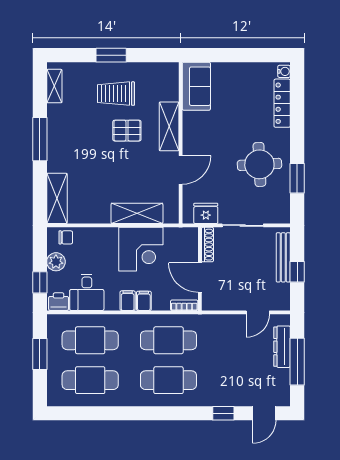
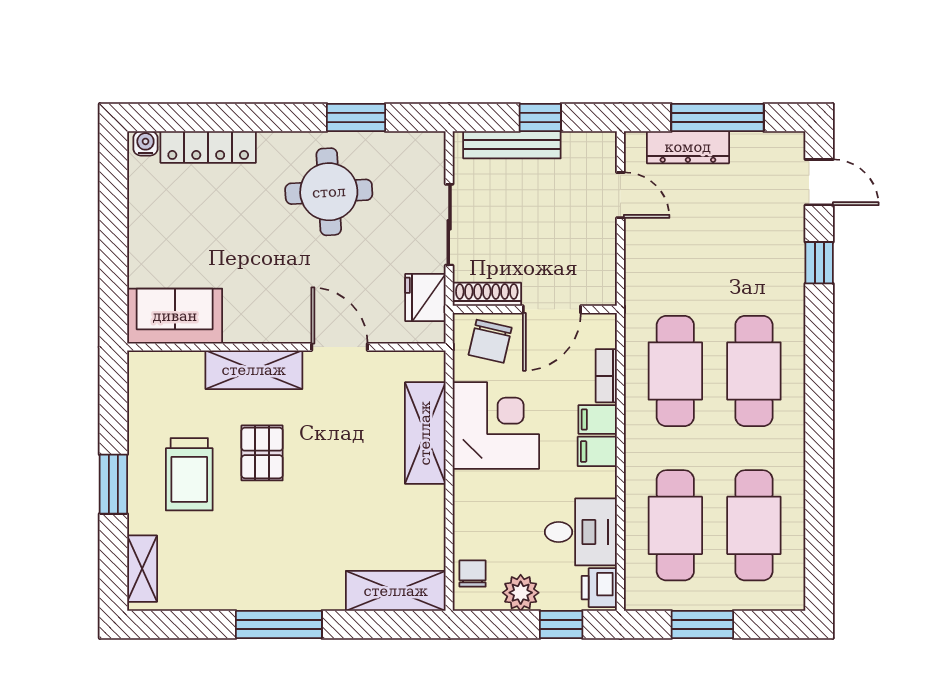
shelving: (54, 86) -> (142, 569), moved, turned 90
chair: (184, 246) -> (490, 341), added
bookcase: (184, 305) -> (606, 376), moved

